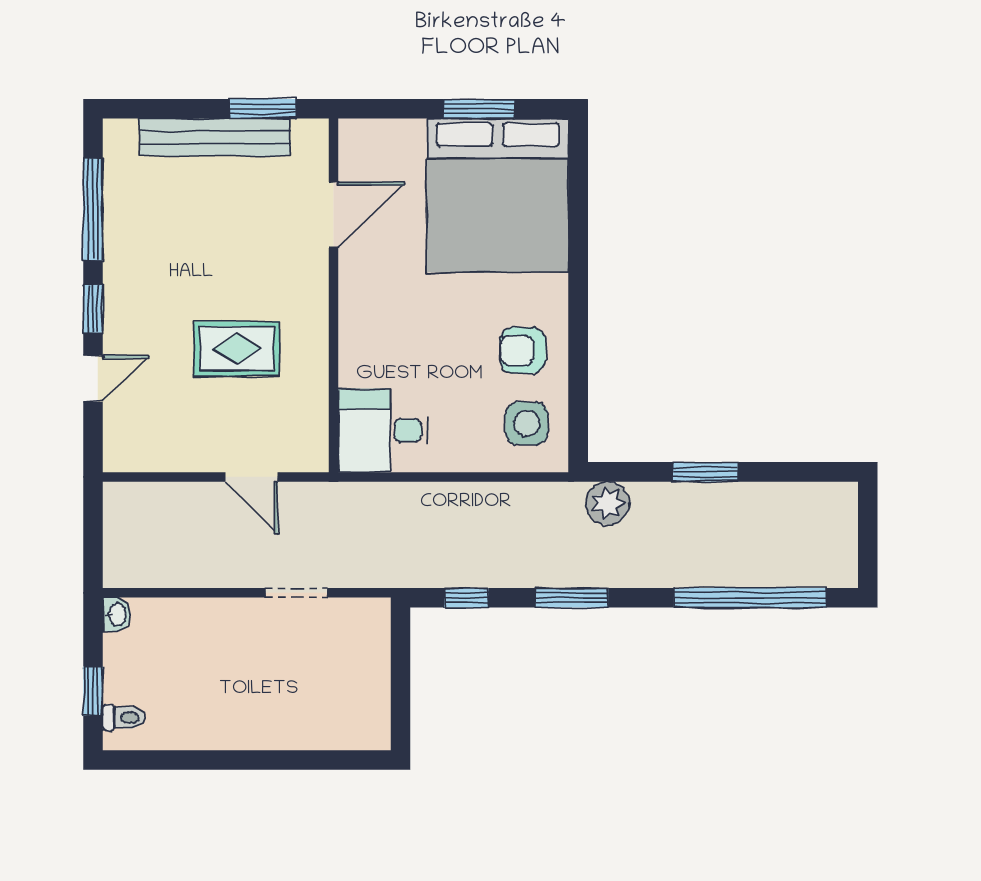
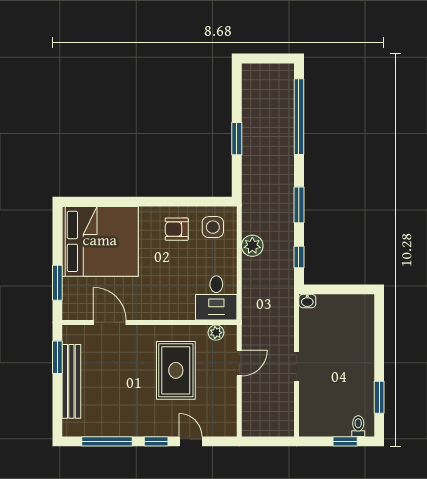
window: (479, 109) -> (57, 283), moved
rug: (237, 349) -> (176, 370), width x1.36, depth x1.43
armchair: (523, 350) -> (177, 229), turned 90
plant: (313, 430) -> (216, 333), added
plant: (608, 503) -> (252, 246), moved
doorway: (296, 593) -> (297, 366), moved
washbasin: (116, 615) -> (307, 301), moved, turned 180
window: (182, 760) -> (379, 397), added

